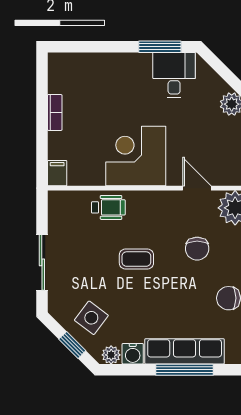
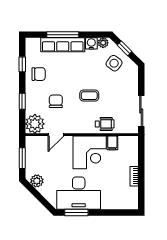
desk: (174, 75) -> (79, 193), width x1.87, depth x1.30
filing cabinet: (57, 173) -> (112, 143), moved
door: (197, 188) -> (56, 135), hinge flipped
wheelchair: (108, 207) -> (105, 124), turned 180
sliding door: (42, 262) -> (141, 111), moved

